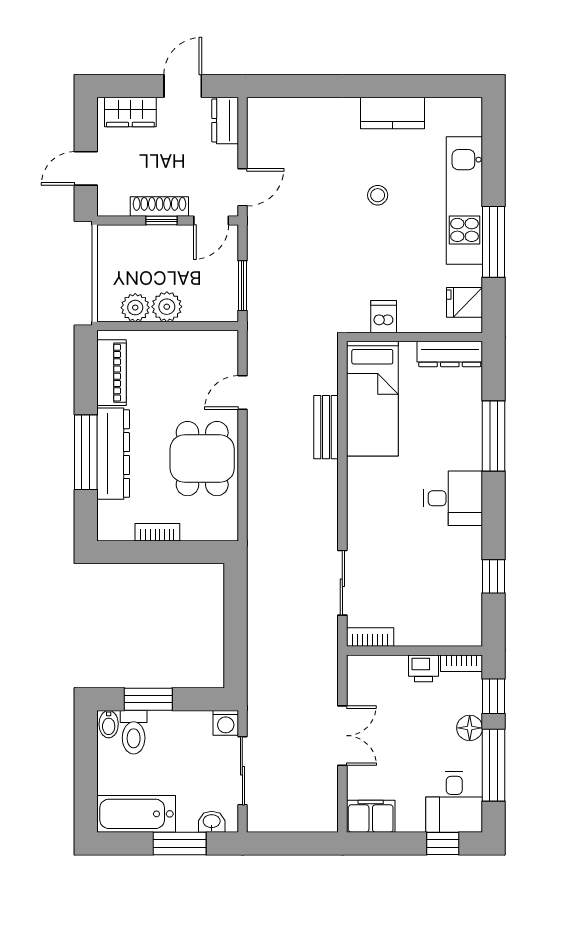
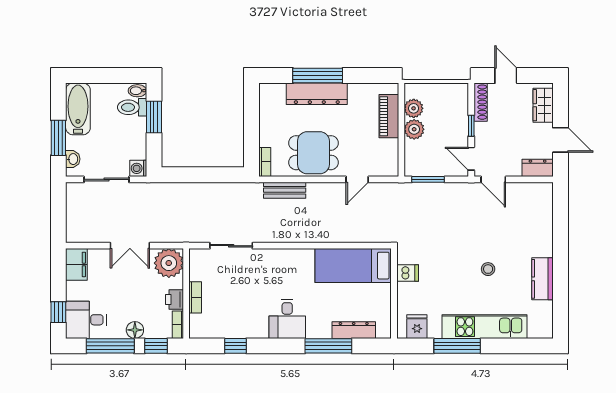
shoe rack: (159, 206) -> (481, 102), moved
dresser: (450, 354) -> (354, 330), moved, turned 90
piano: (112, 373) -> (389, 116), moved, turned 90
door: (242, 393) -> (357, 179), swing flipped
bench: (326, 427) -> (285, 190), moved
bookcase: (157, 532) -> (265, 162), moved
bookcase: (370, 637) -> (195, 297), moved
plant: (369, 677) -> (169, 263), added

